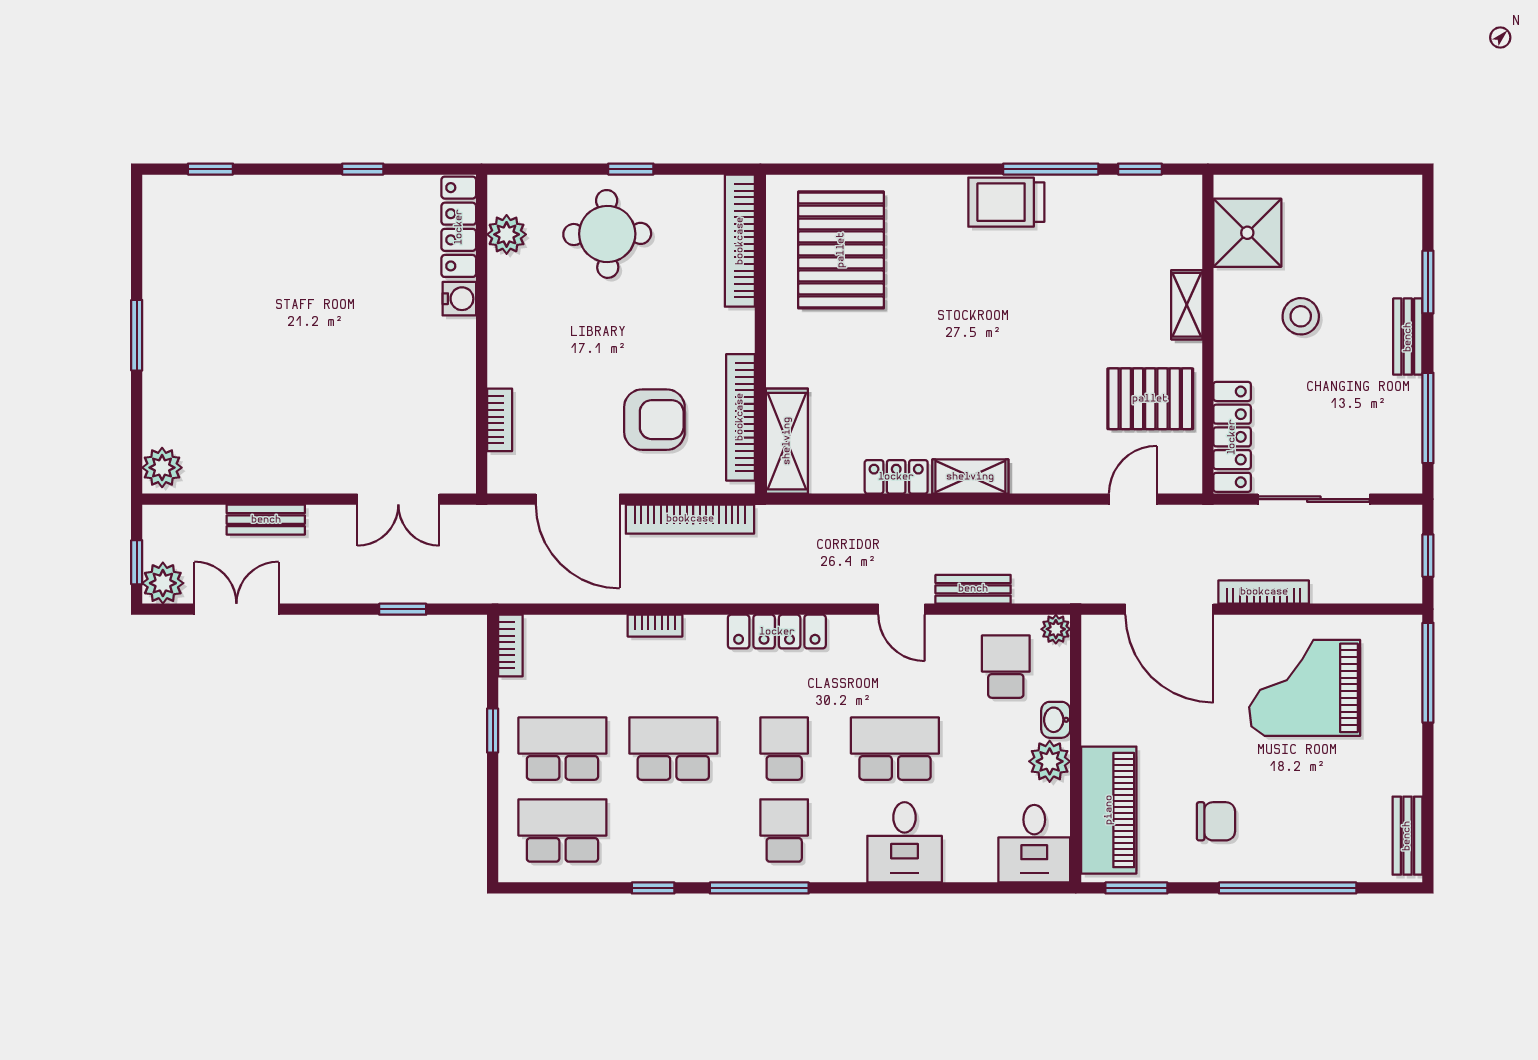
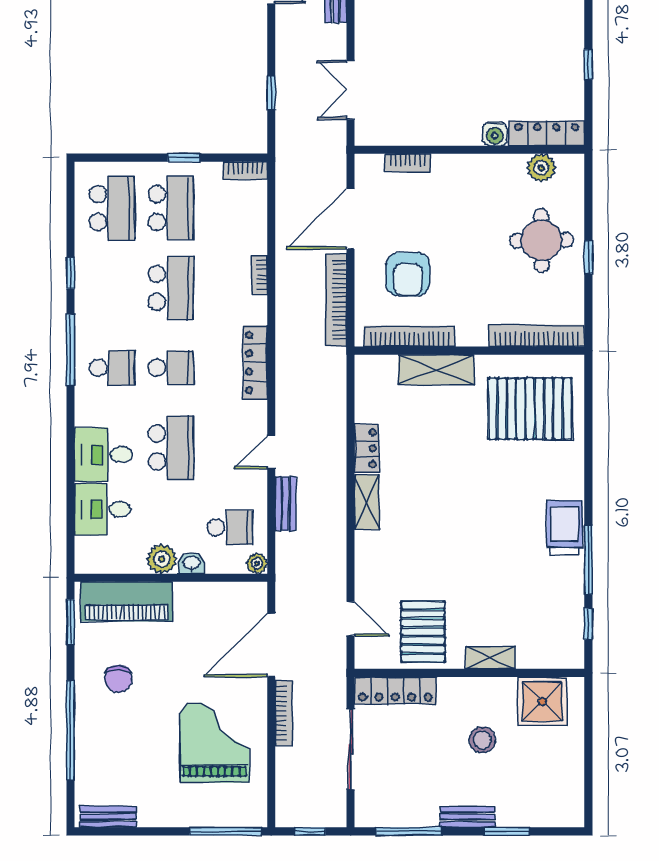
shelving: (787, 441) -> (436, 370), moved
desk: (1034, 844) -> (102, 509), moved

